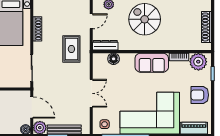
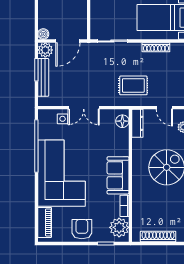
floor lamp: (114, 59) -> (122, 121), moved
side table: (105, 124) -> (63, 119), moved

